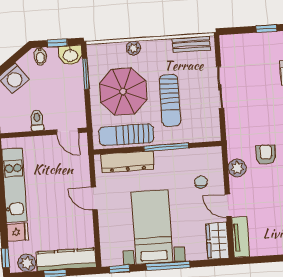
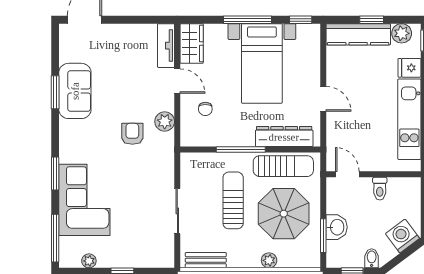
washbasin: (70, 55) -> (337, 227), moved, turned 90
armchair: (266, 155) -> (132, 134), turned 180

